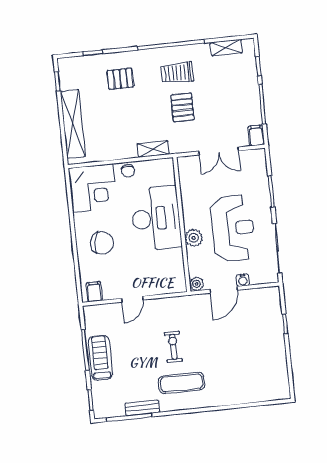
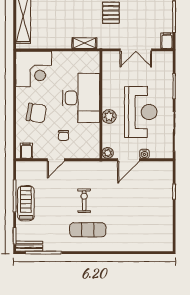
chair: (128, 171) -> (64, 135), moved
bench: (142, 408) -> (29, 246), moved

